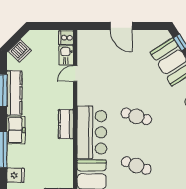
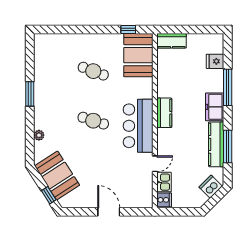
bar counter: (92, 132) -> (138, 126), moved

